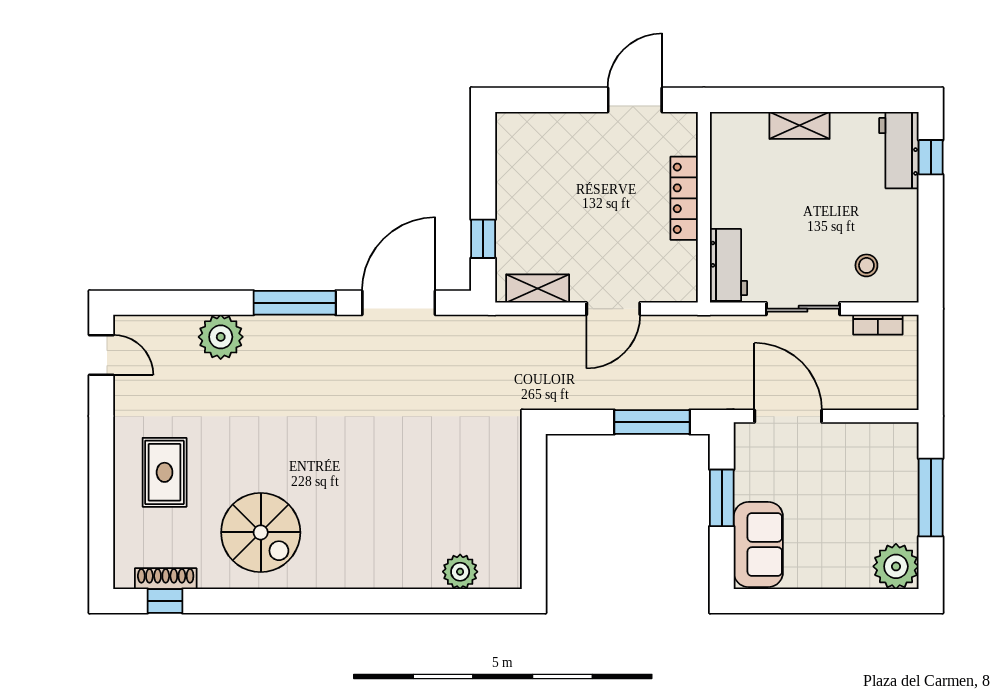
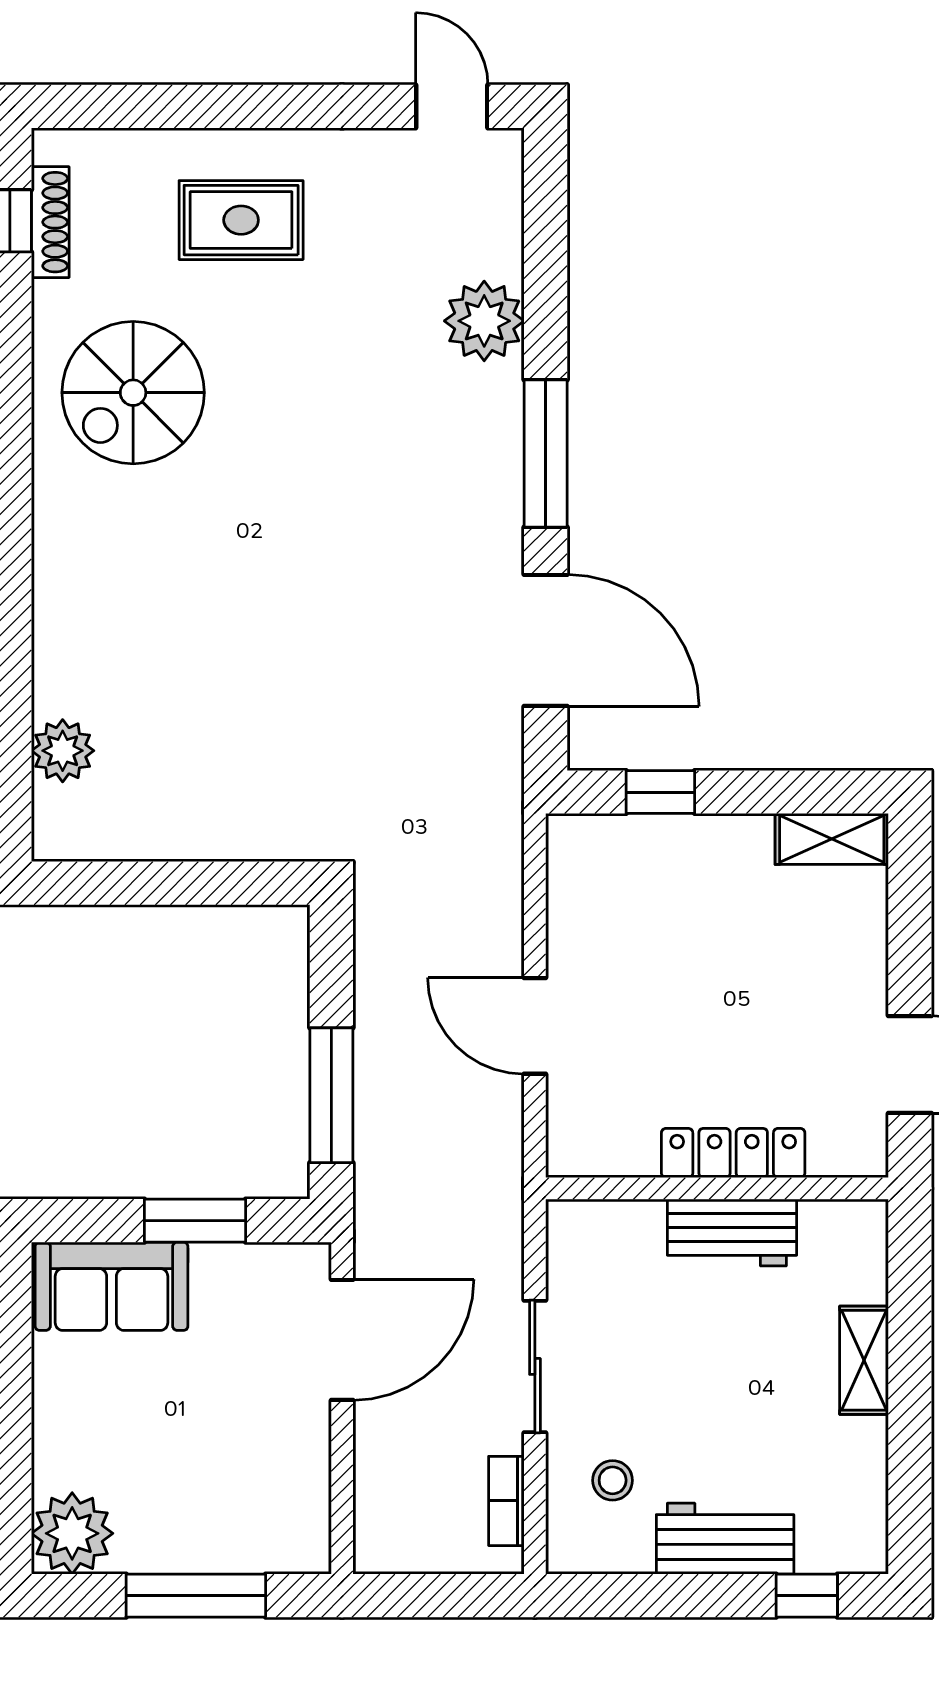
workbench: (899, 150) -> (725, 1539), moved
workbench: (728, 265) -> (732, 1233), moved
shelving: (538, 288) -> (832, 839), moved, turned 90
door: (101, 355) -> (452, 106), swing flipped

